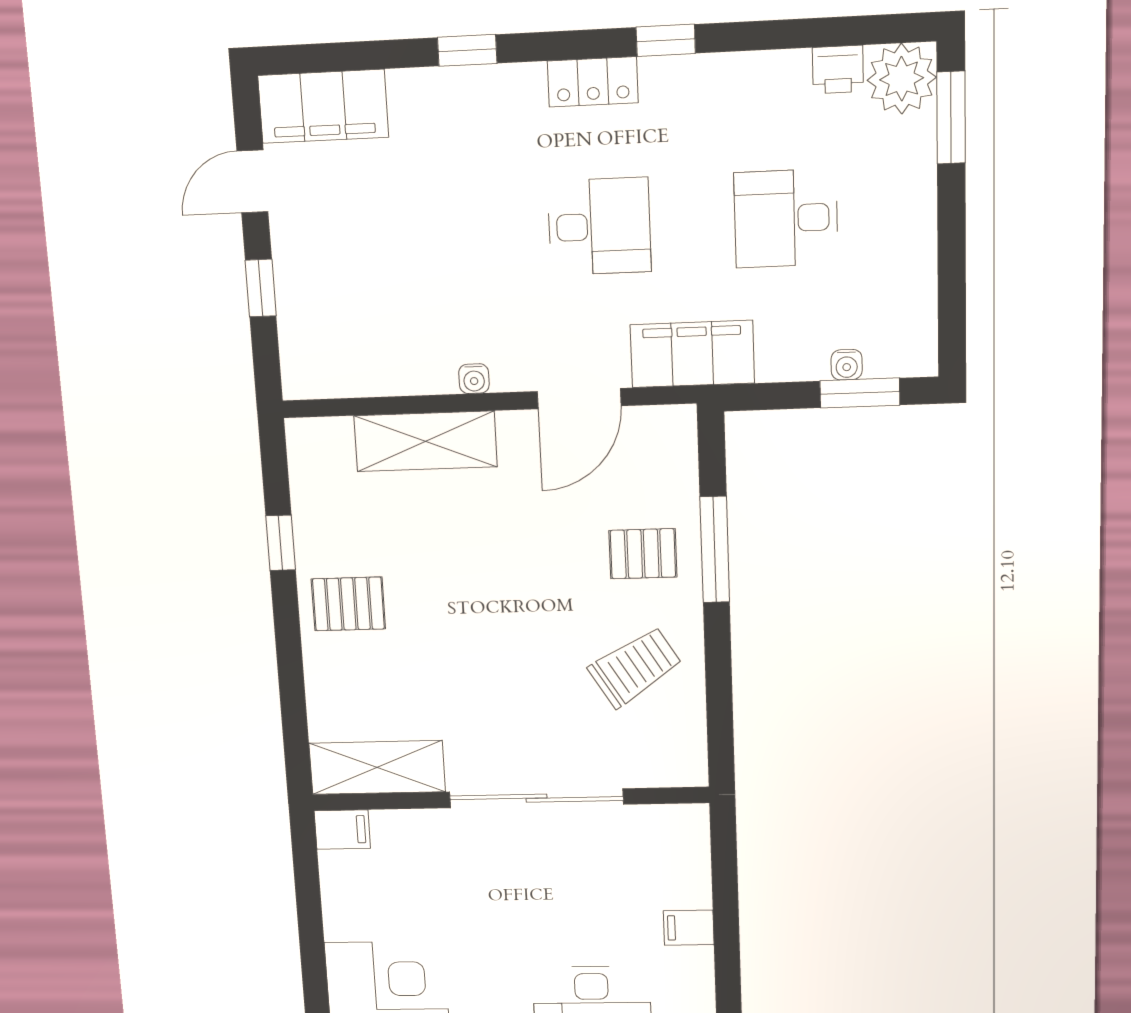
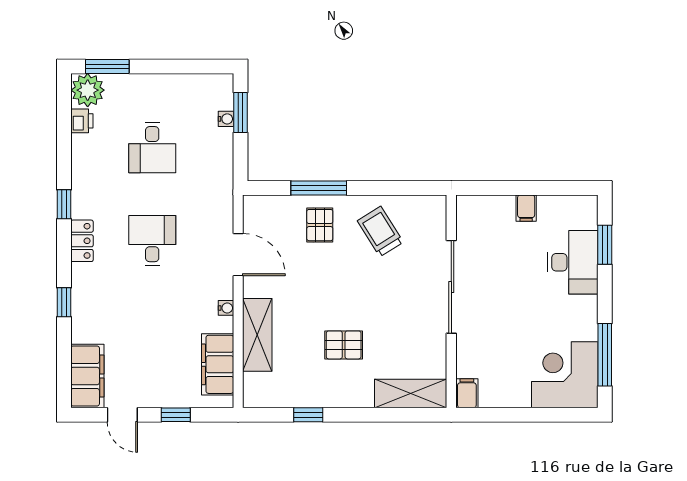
filing cabinet: (692, 354) -> (218, 364), moved
pallet: (348, 604) -> (344, 345), moved, turned 90
shelving: (377, 767) -> (411, 393), moved, turned 90

